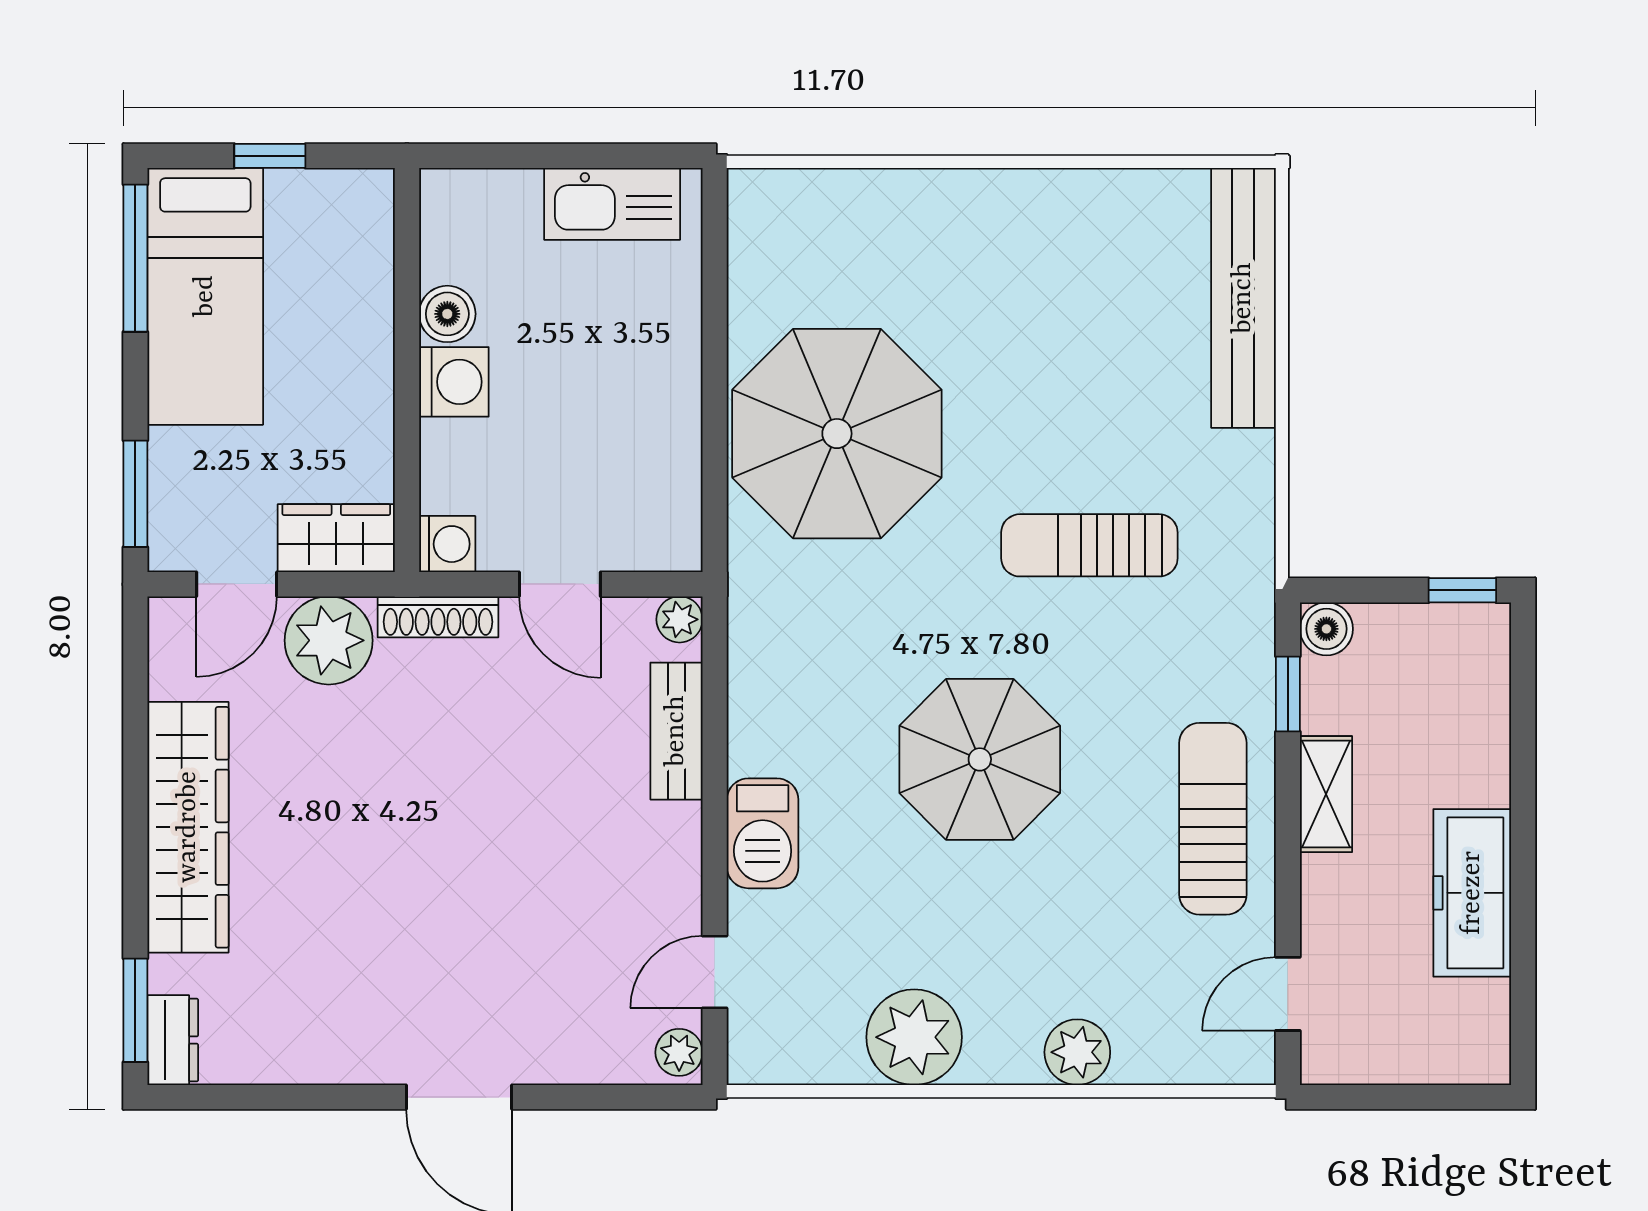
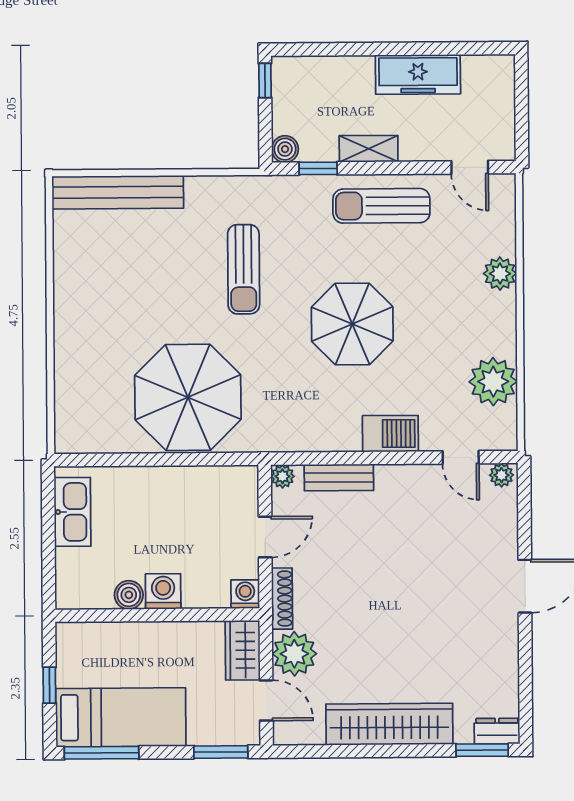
plant: (914, 1037) -> (493, 382), moved

